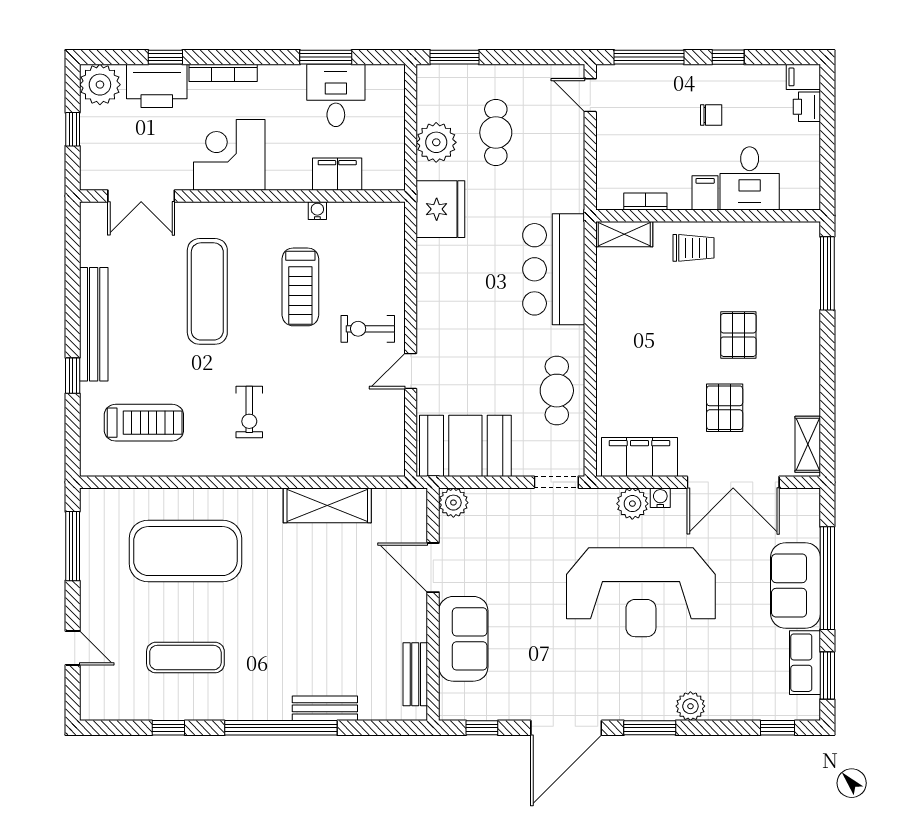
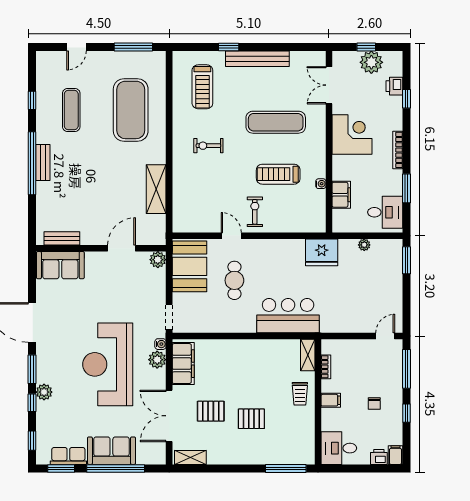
bookcase: (223, 73) -> (398, 150), moved
plant: (100, 85) -> (371, 62), moved
printer: (157, 86) -> (394, 86), width x0.53, depth x0.68
desk: (336, 95) -> (385, 212), moved
cafe table: (496, 133) -> (364, 283), removed
plant: (436, 142) -> (364, 245), width x0.53, depth x0.53
desk: (750, 178) -> (339, 448), moved
cafe table: (557, 391) -> (234, 280), moved, turned 90
water cooler: (660, 498) -> (160, 344), moved
sofa: (463, 639) -> (60, 265), moved
bench: (325, 708) -> (43, 163), moved
window: (482, 728) -> (32, 403), moved

